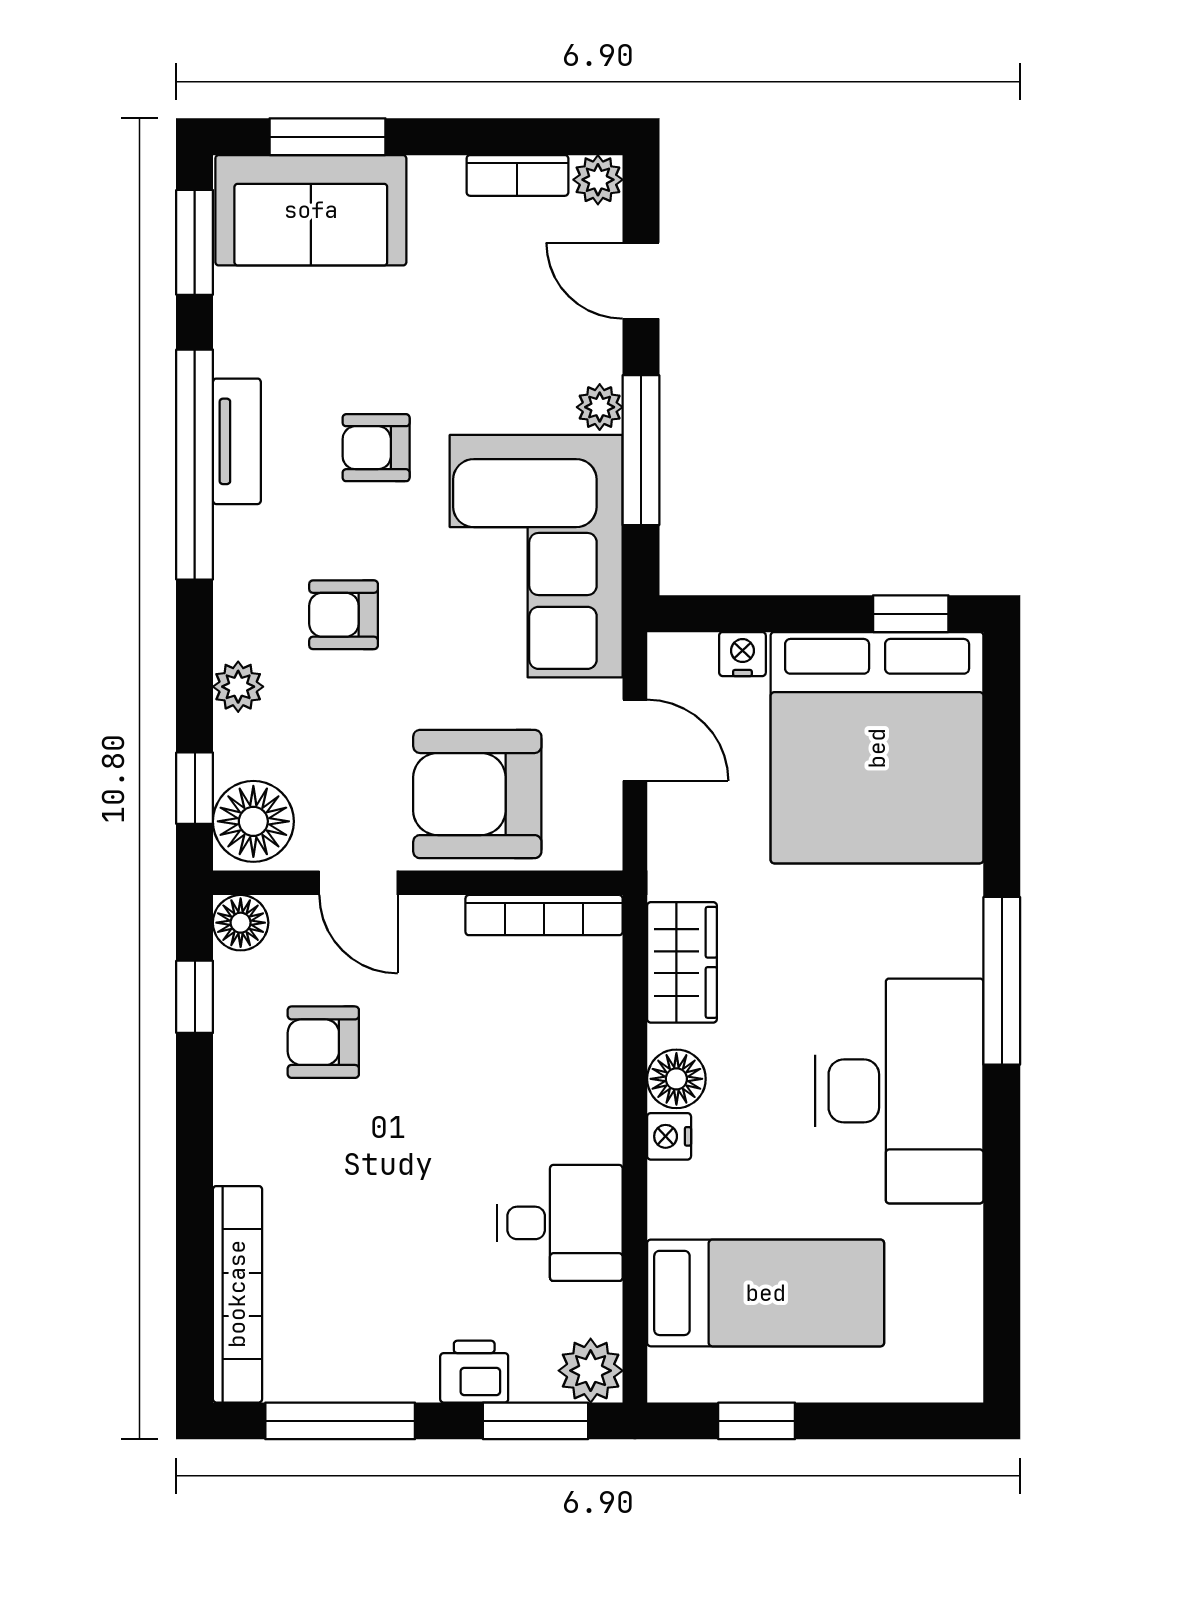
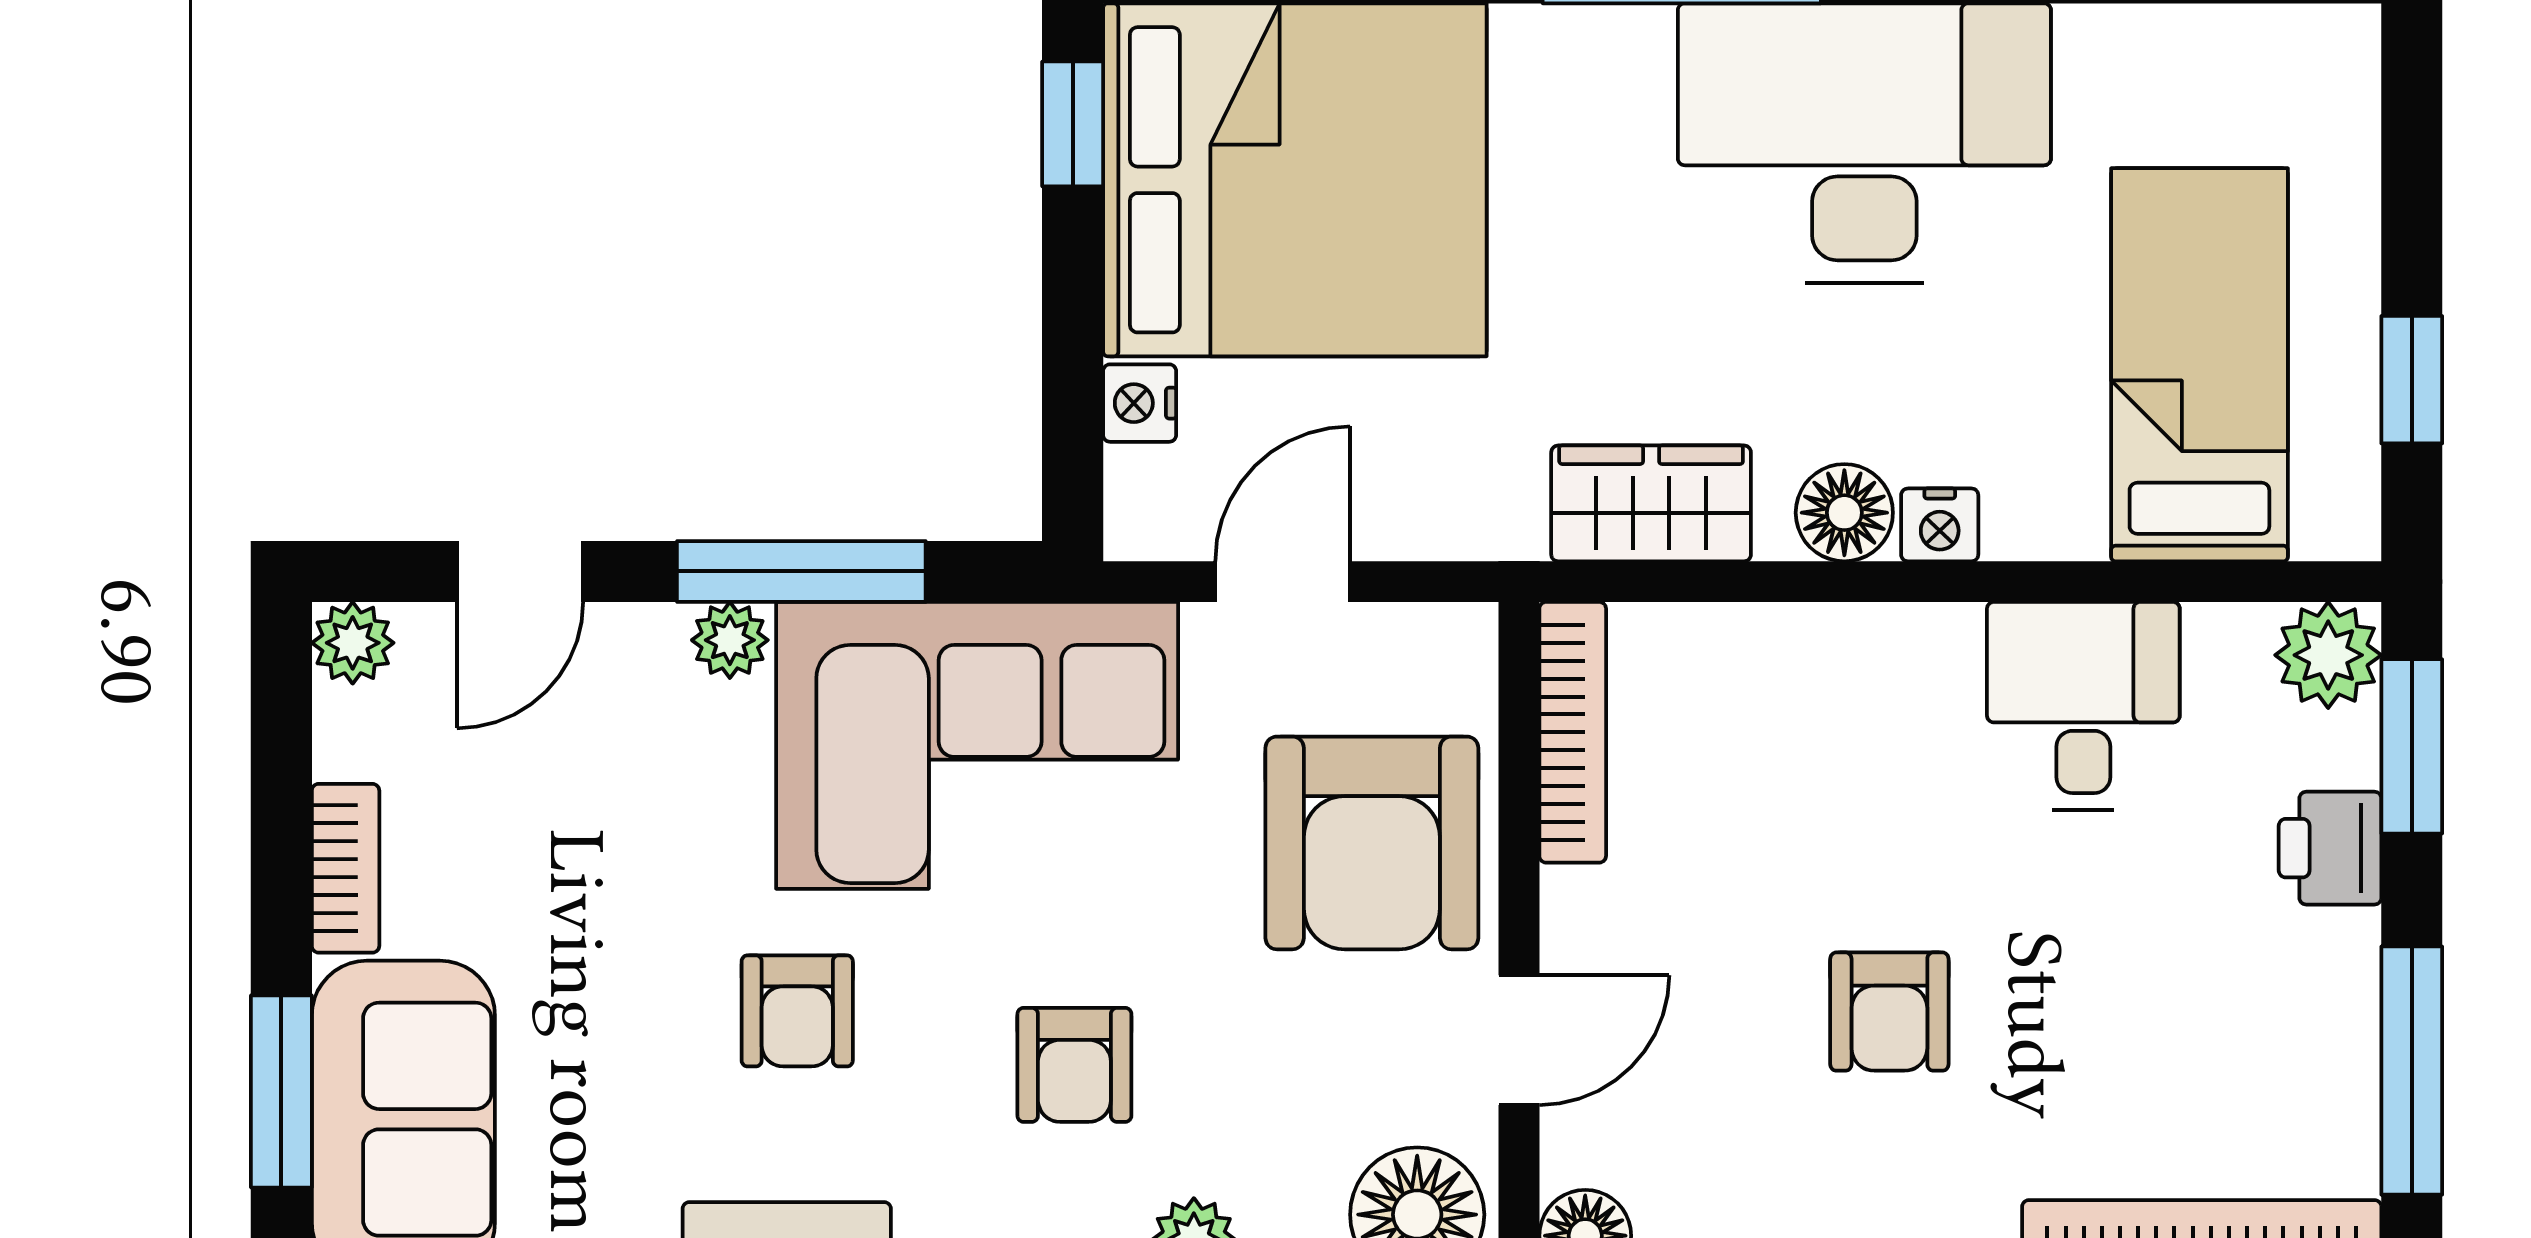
bookcase: (517, 175) -> (346, 868), moved
armchair: (323, 1042) -> (1889, 1012), moved

